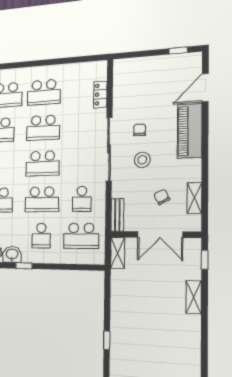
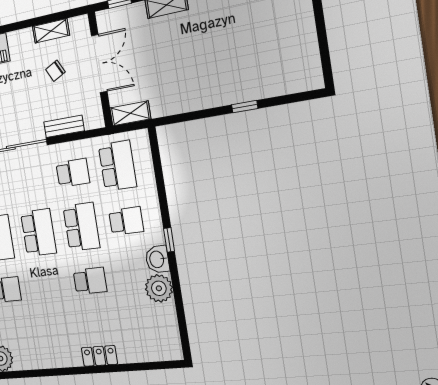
stool: (142, 160) -> (17, 104), removed
bench: (117, 215) -> (64, 126), moved

